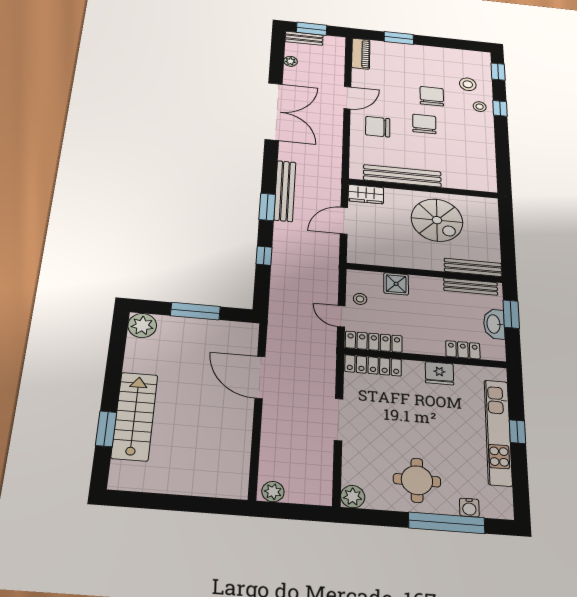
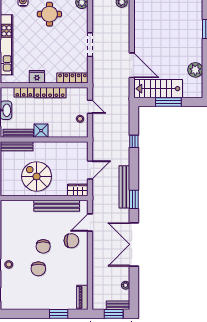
stool: (468, 84) -> (16, 281), removed
door: (347, 98) -> (90, 223), moved
window: (267, 207) -> (134, 199), moved
shower: (396, 284) -> (41, 131), moved
plant: (142, 326) -> (195, 70), moved
locker: (374, 342) -> (50, 93), moved
stairs: (135, 416) -> (158, 89), moved, turned 90

